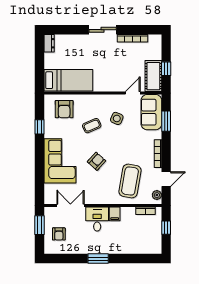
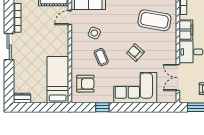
door: (133, 93) -> (70, 18), hinge flipped
filing cabinet: (115, 214) -> (186, 30), width x2.00

